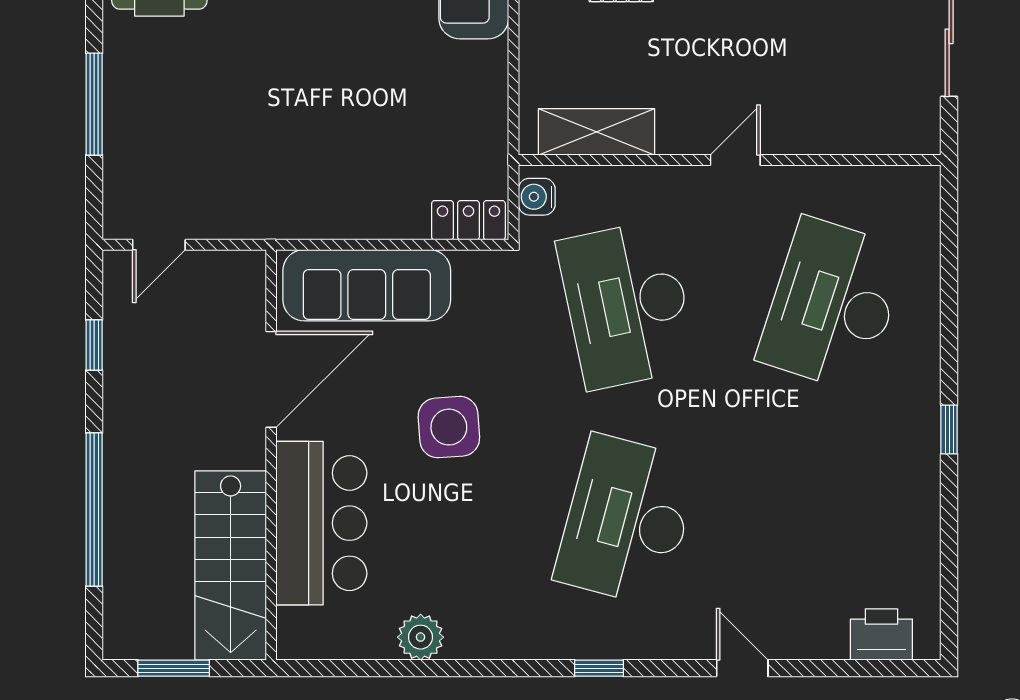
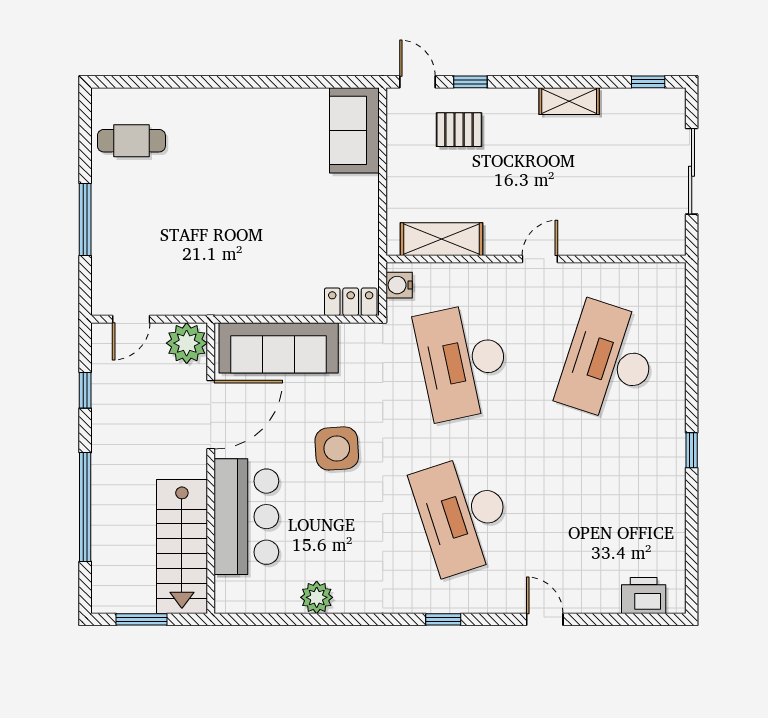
plant: (237, 279) -> (187, 343), added
desk: (627, 520) -> (463, 515), turned -33

